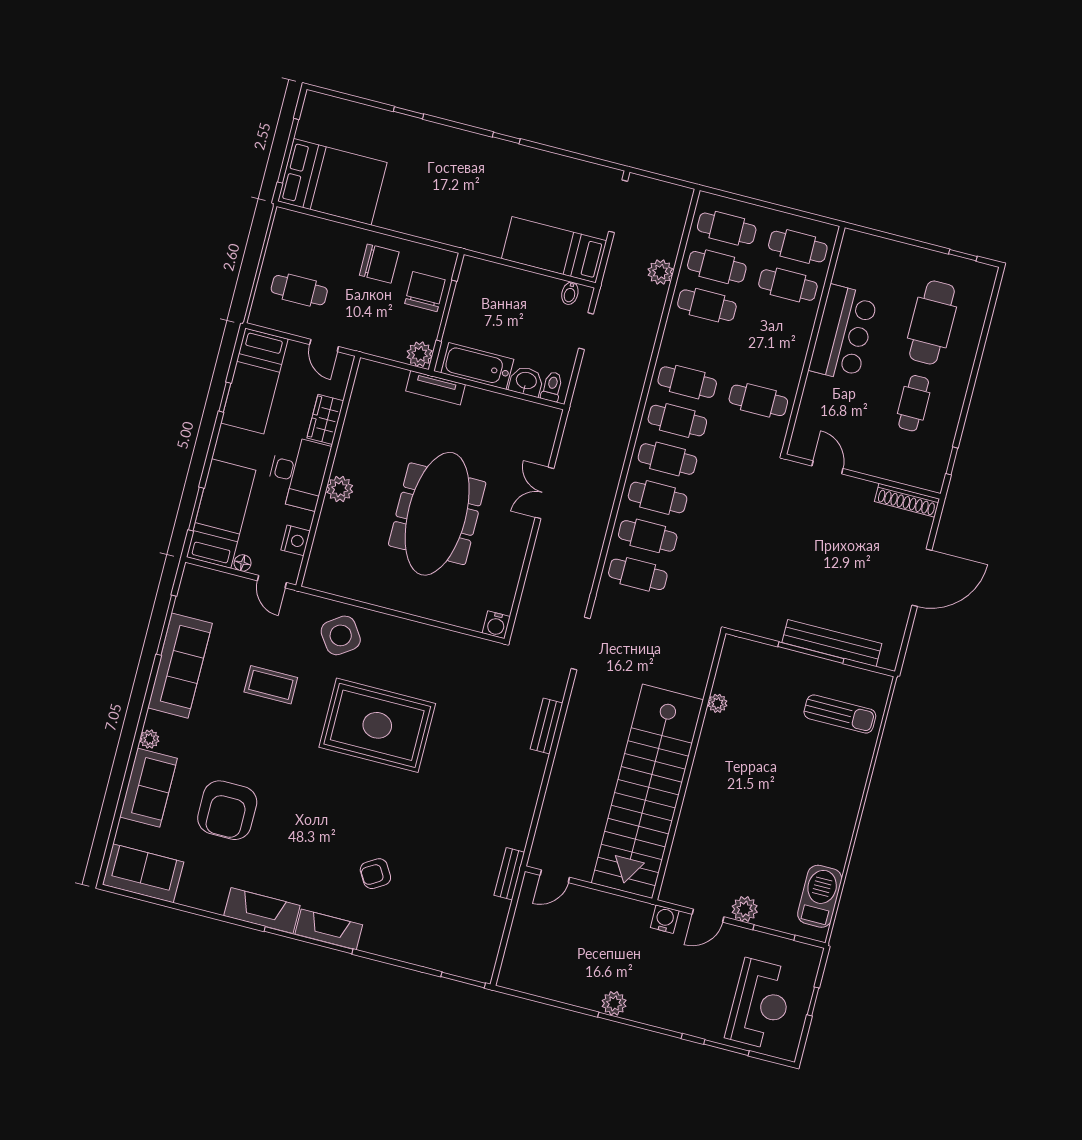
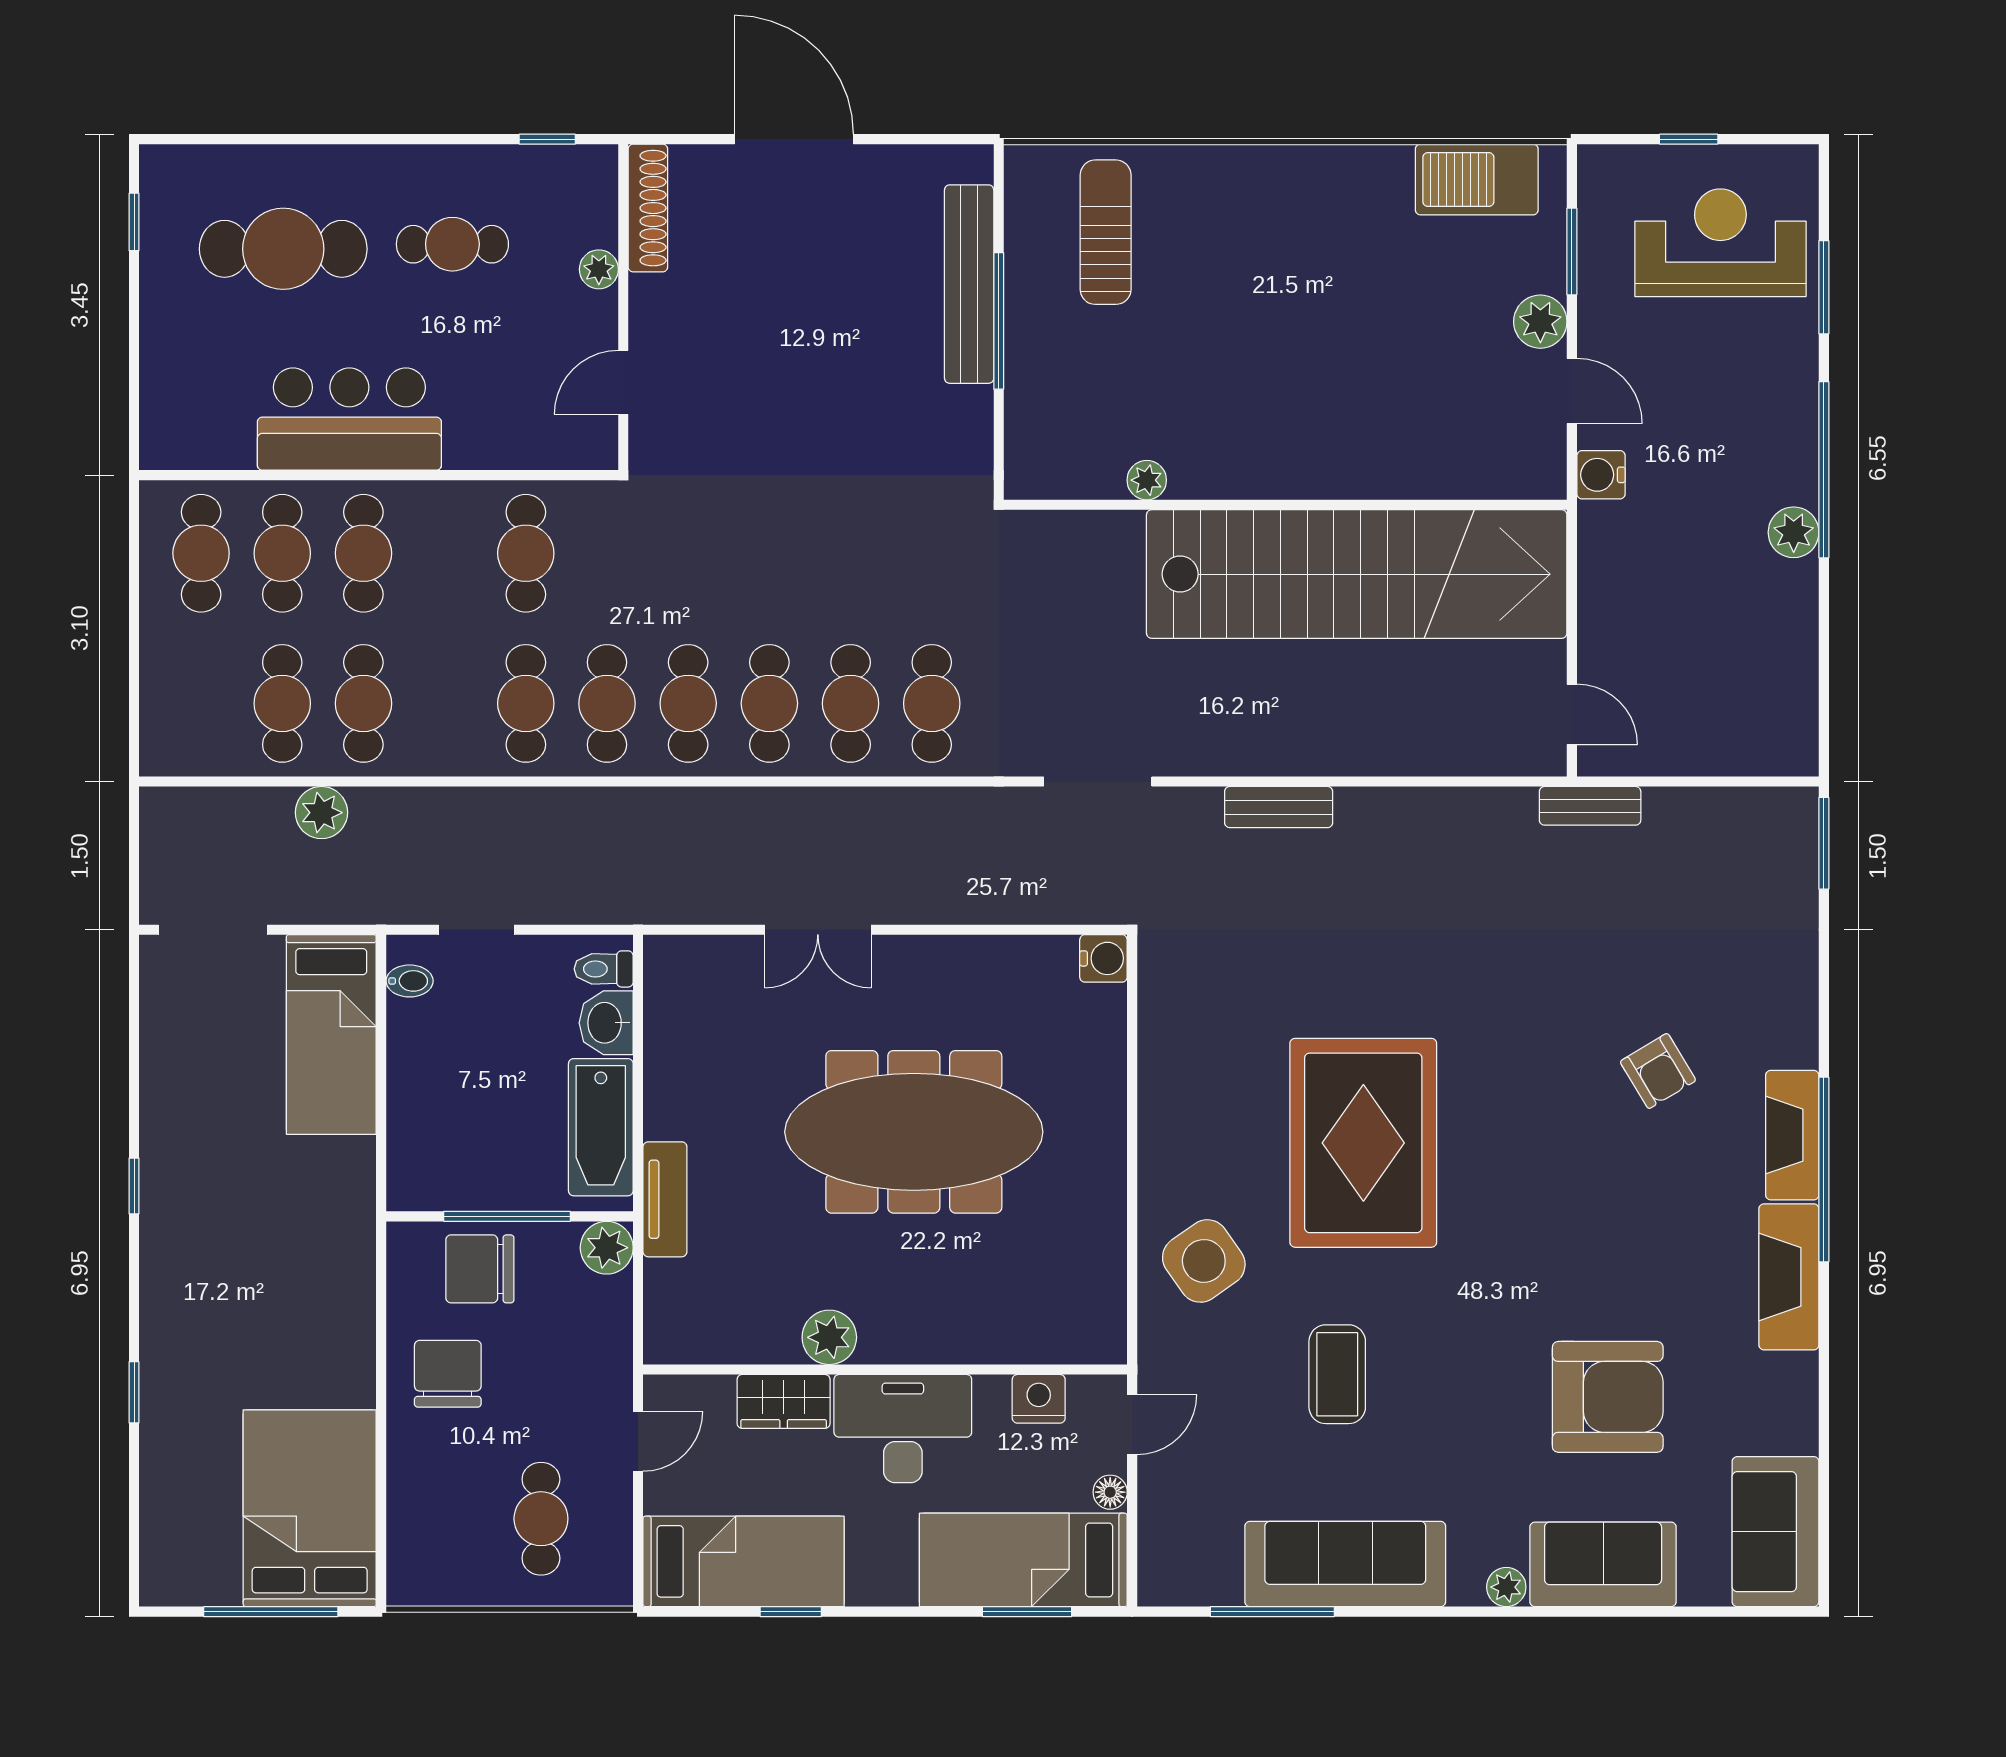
cafe table: (727, 228) -> (363, 553), moved
plant: (884, 469) -> (599, 269), added
plant: (340, 489) -> (829, 1337), moved

